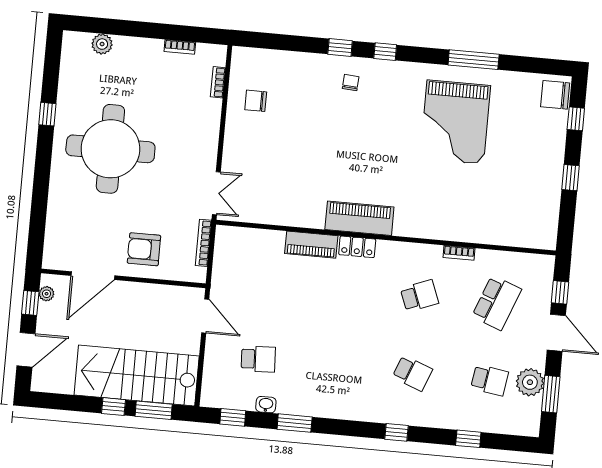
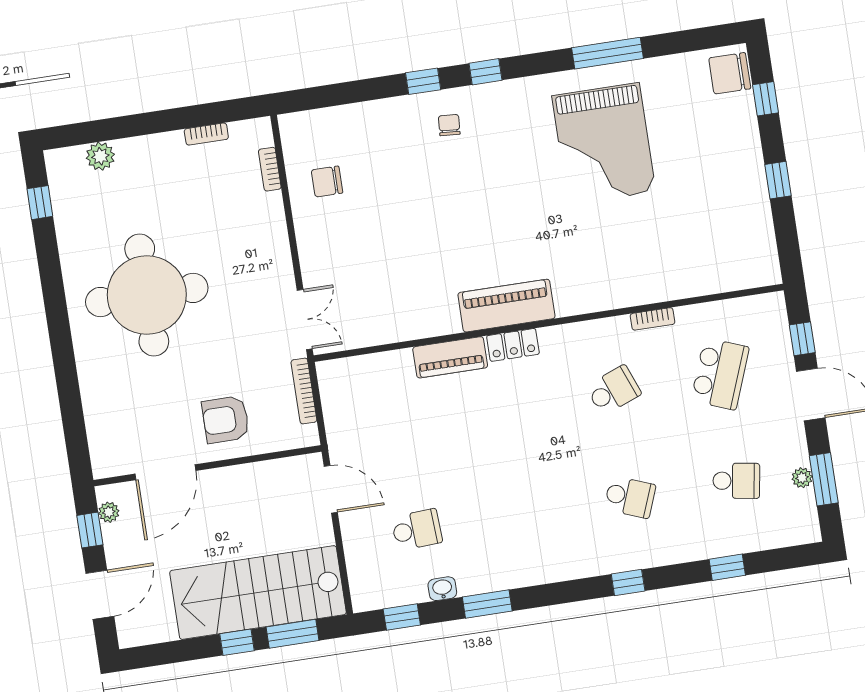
window: (47, 114) -> (40, 203), moved
plant: (530, 382) -> (802, 478), width x0.53, depth x0.53

